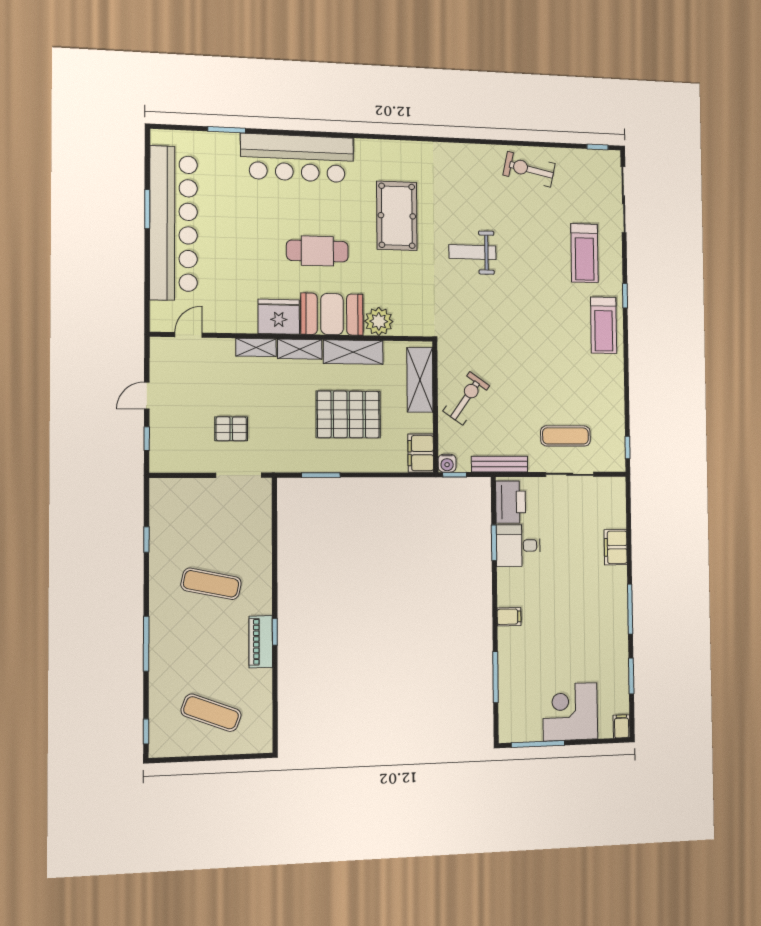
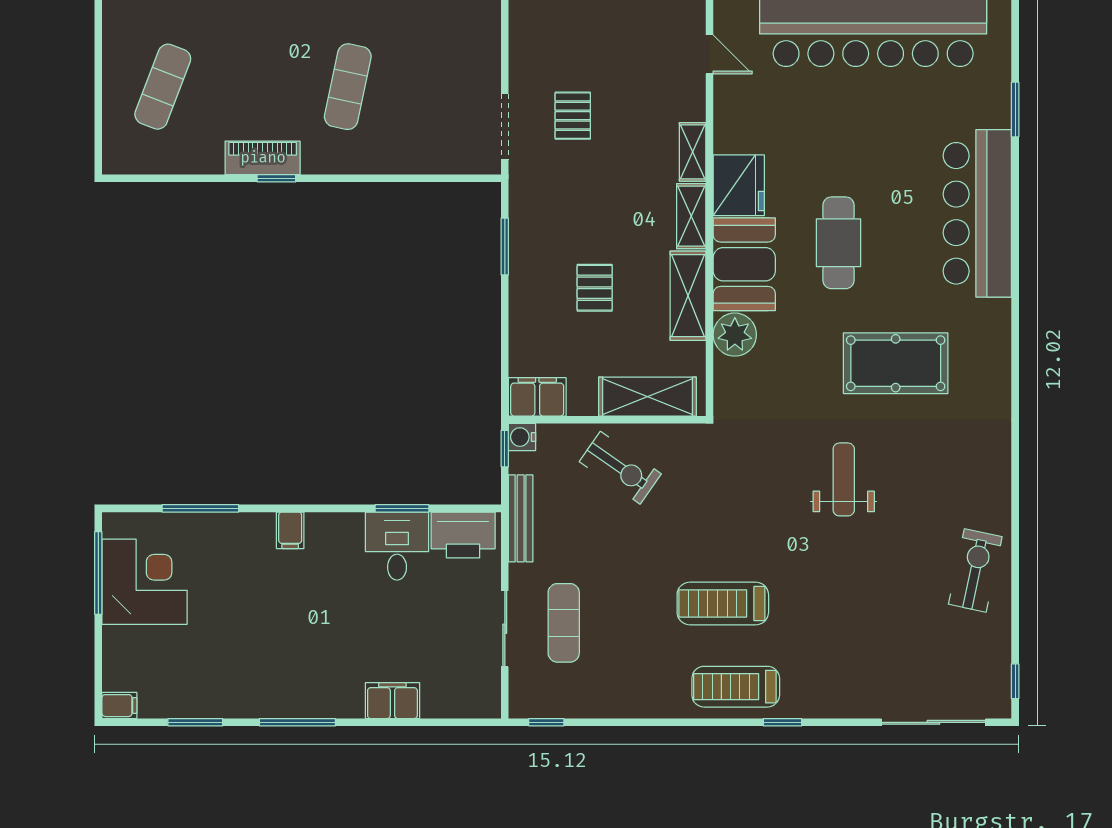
treadmill: (584, 253) -> (723, 603), moved
pallet: (348, 414) -> (595, 288), width x0.49, depth x0.50
corner desk: (570, 712) -> (145, 582), moved

